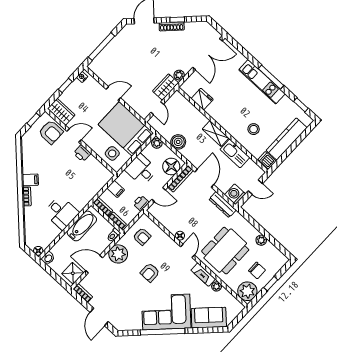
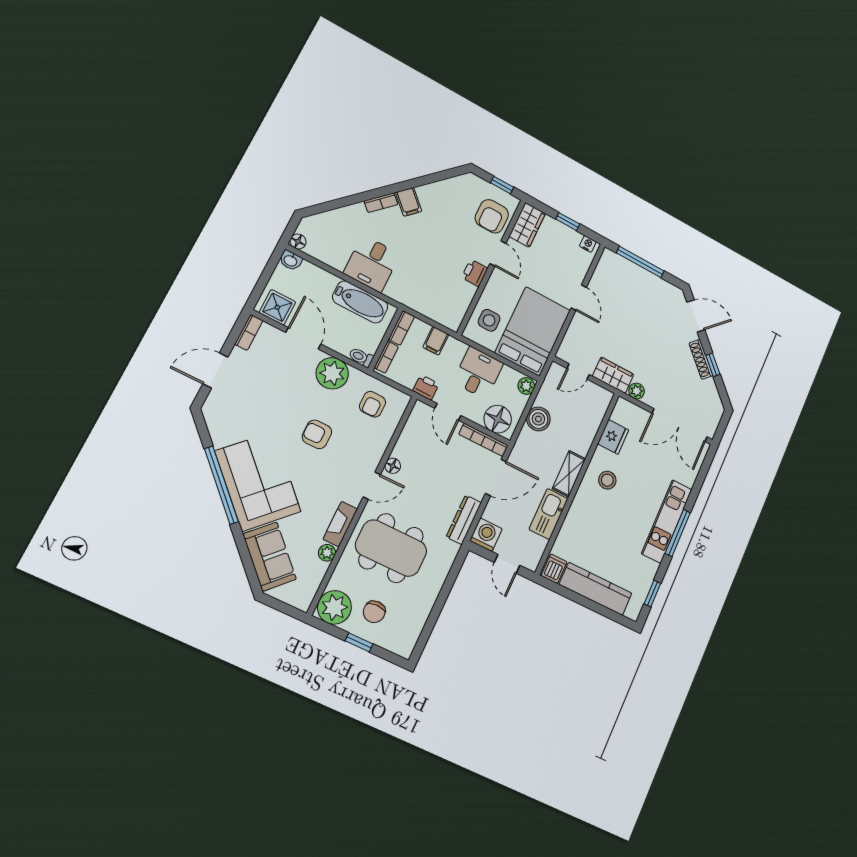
stool: (254, 129) -> (607, 480), moved
plant: (261, 240) -> (426, 602), removed

